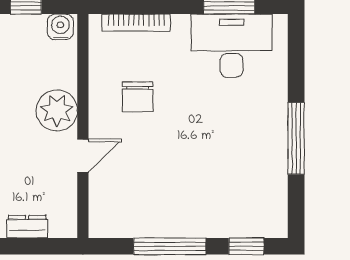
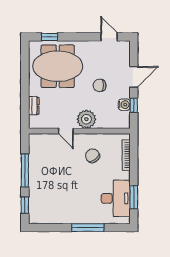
water cooler: (60, 27) -> (124, 105), moved
chair: (138, 97) -> (93, 156), turned 52
window: (296, 138) -> (88, 228), moved

